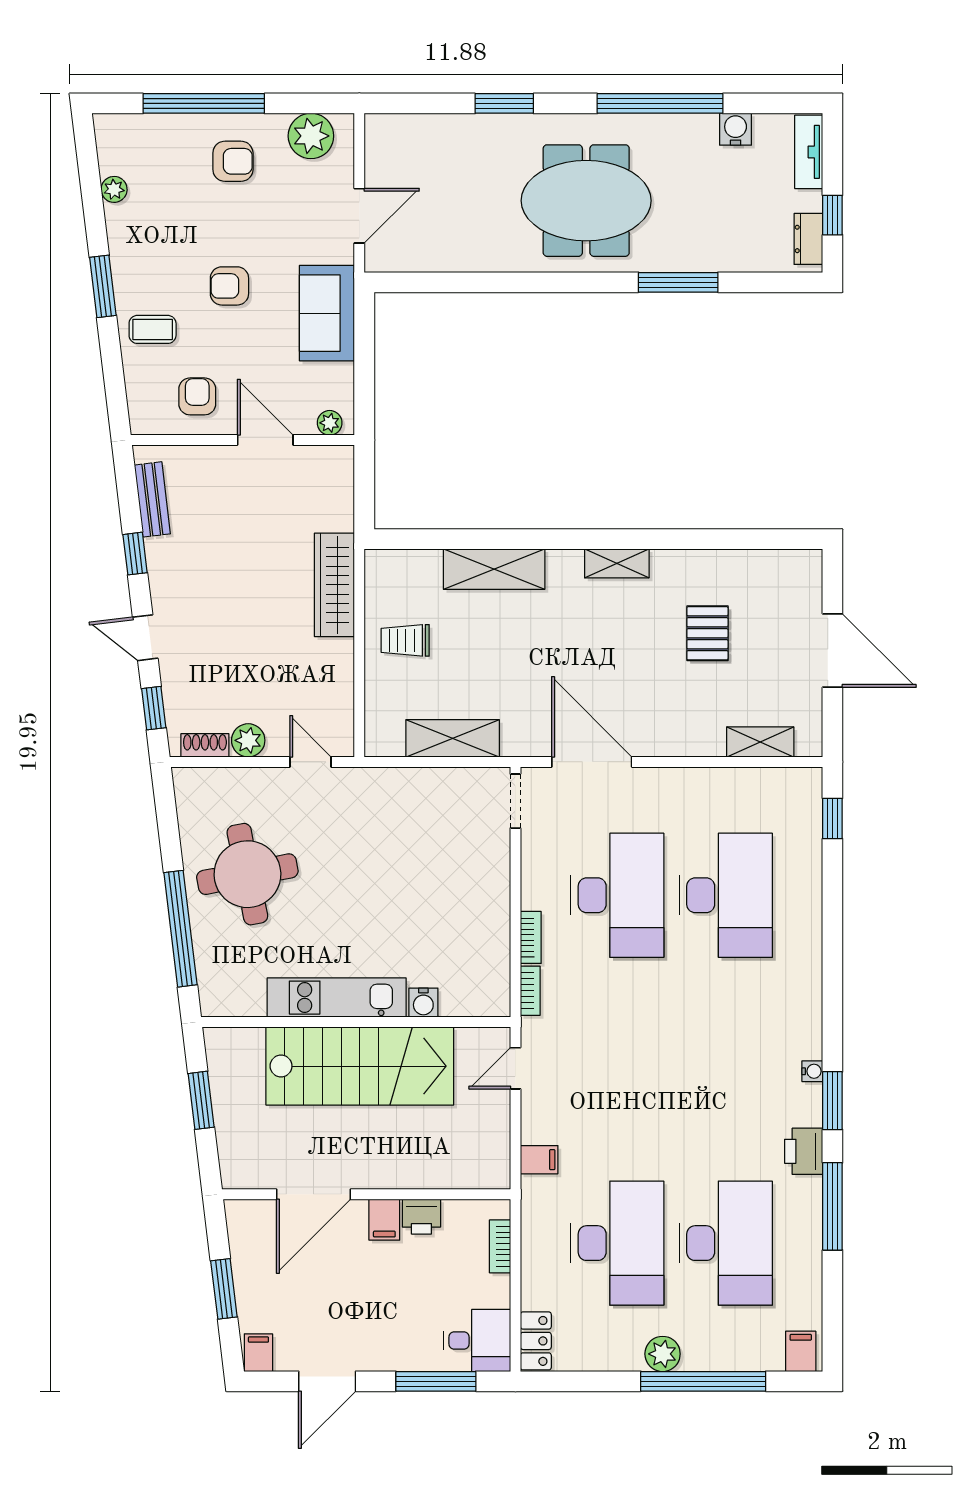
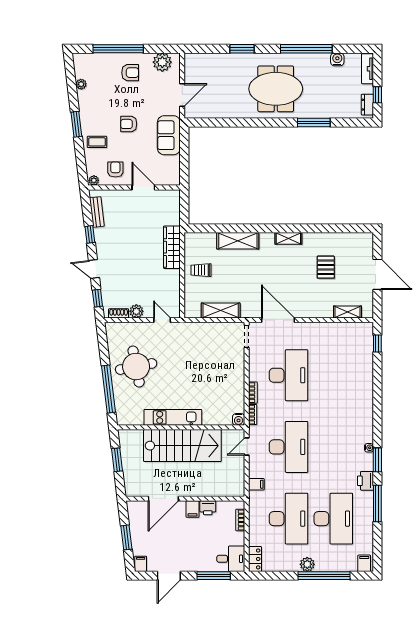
plant: (330, 423) -> (94, 180), moved
desk: (726, 895) -> (289, 447), moved
water cooler: (423, 1003) -> (239, 419), moved

